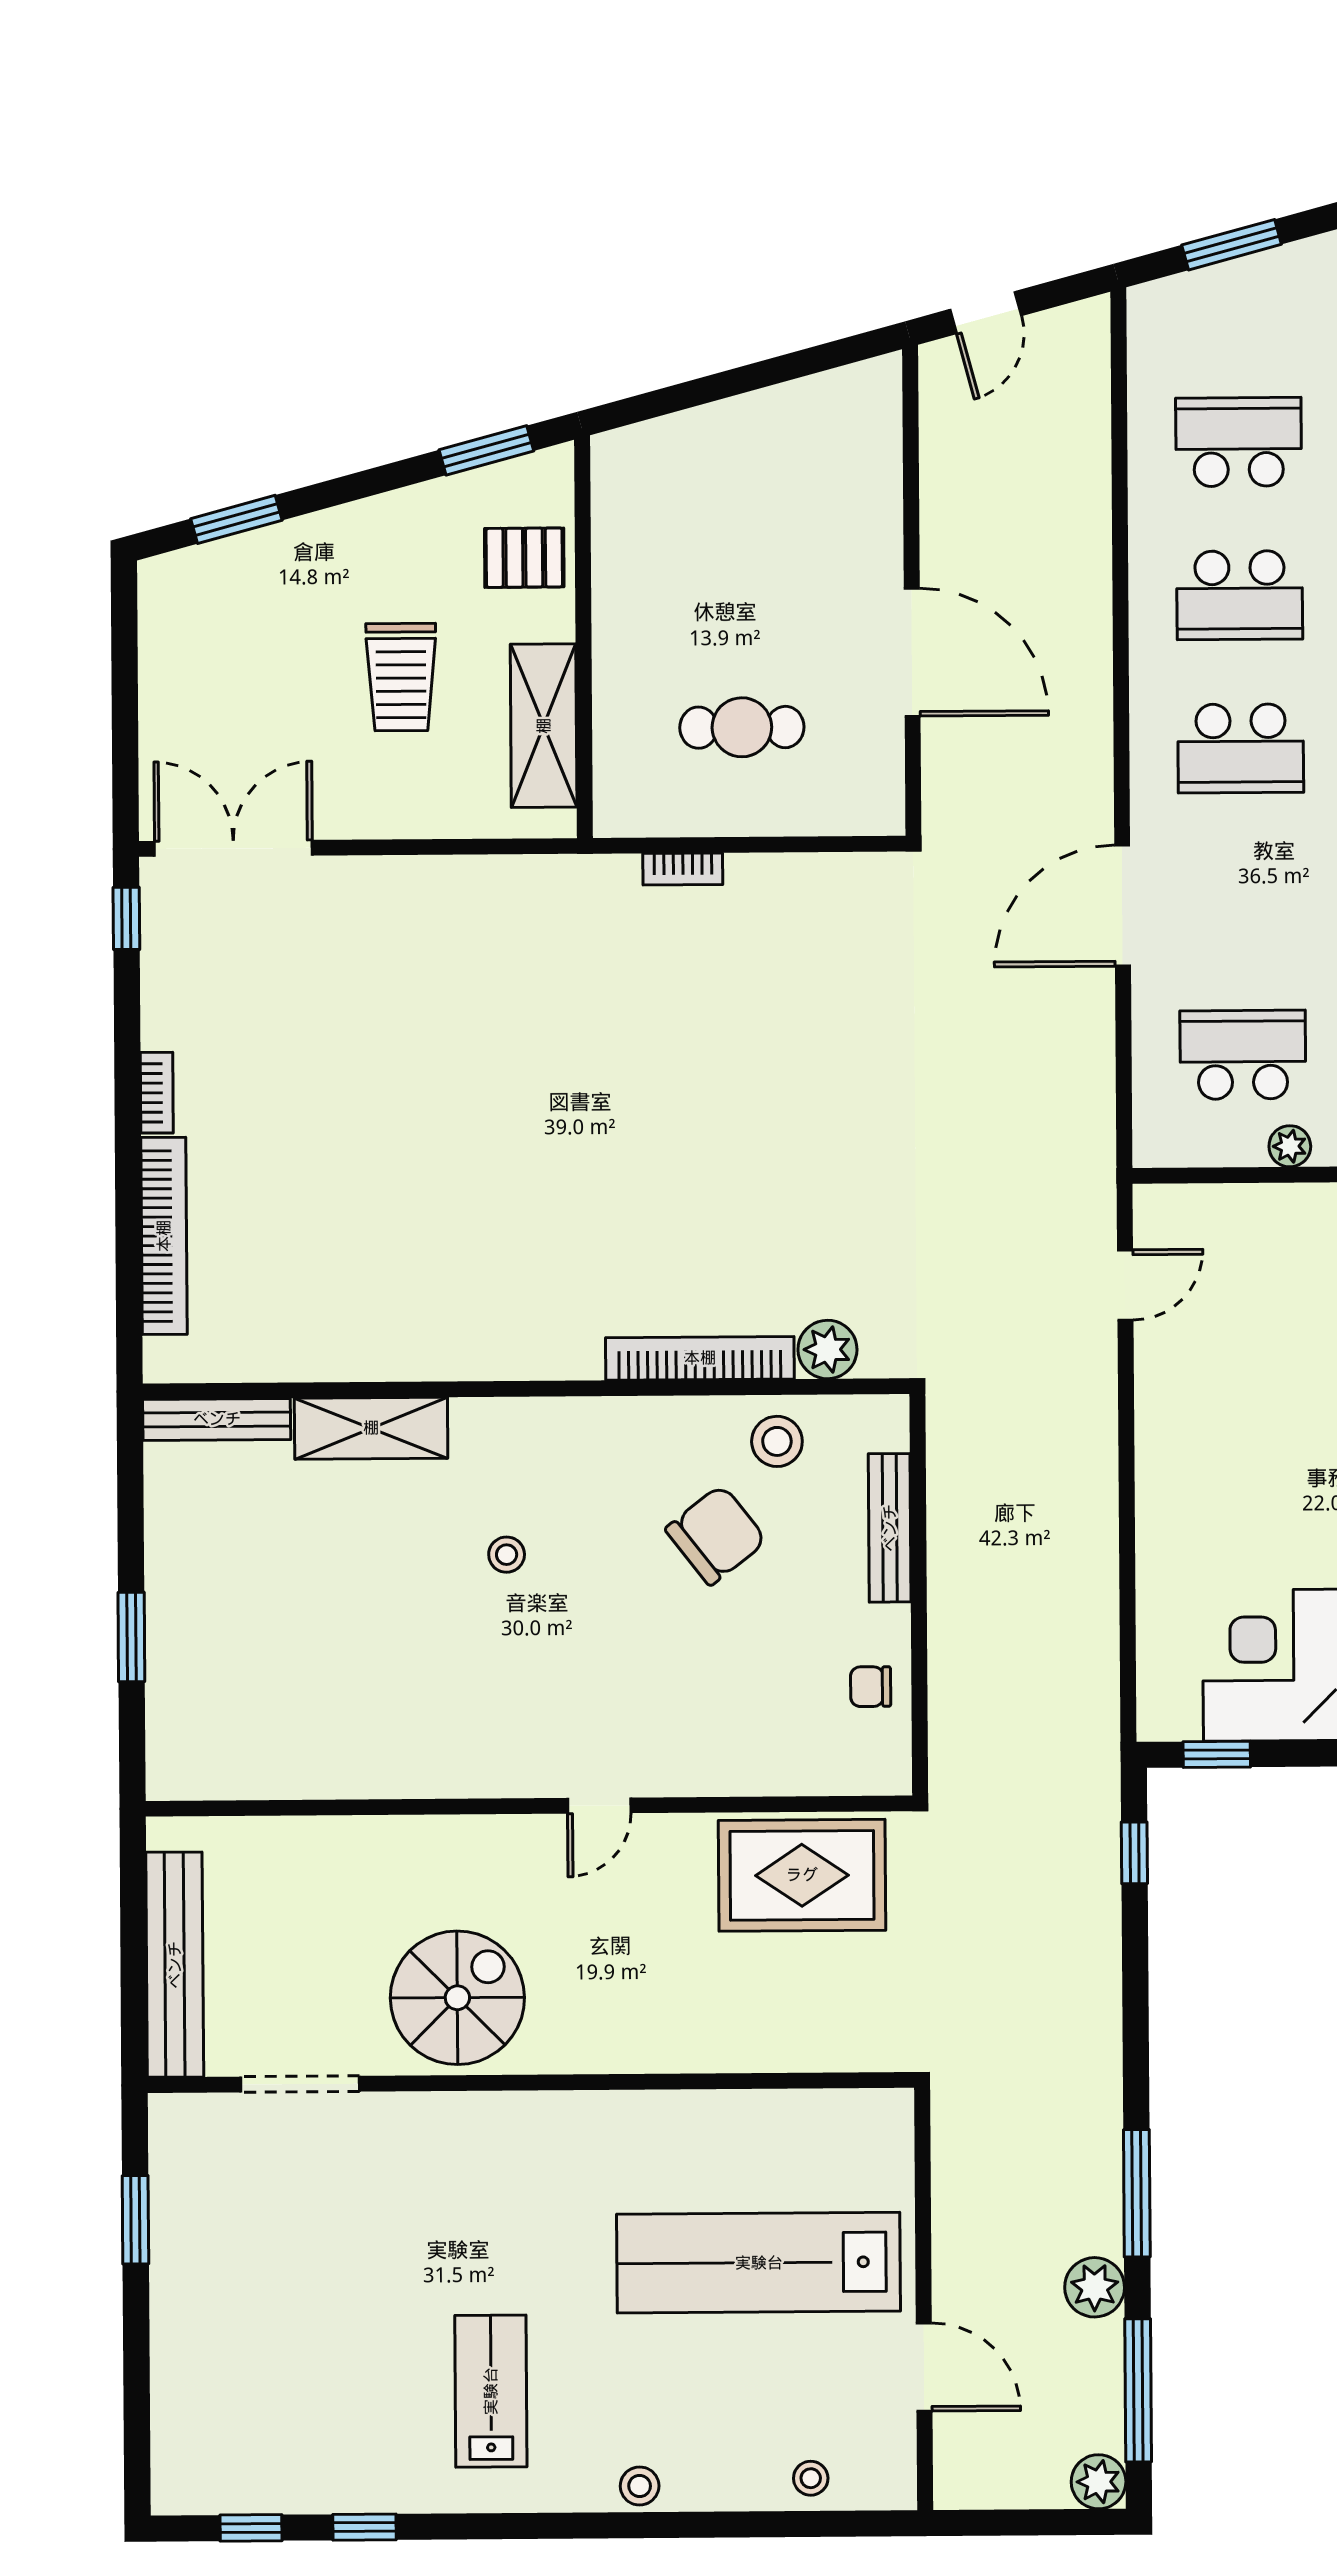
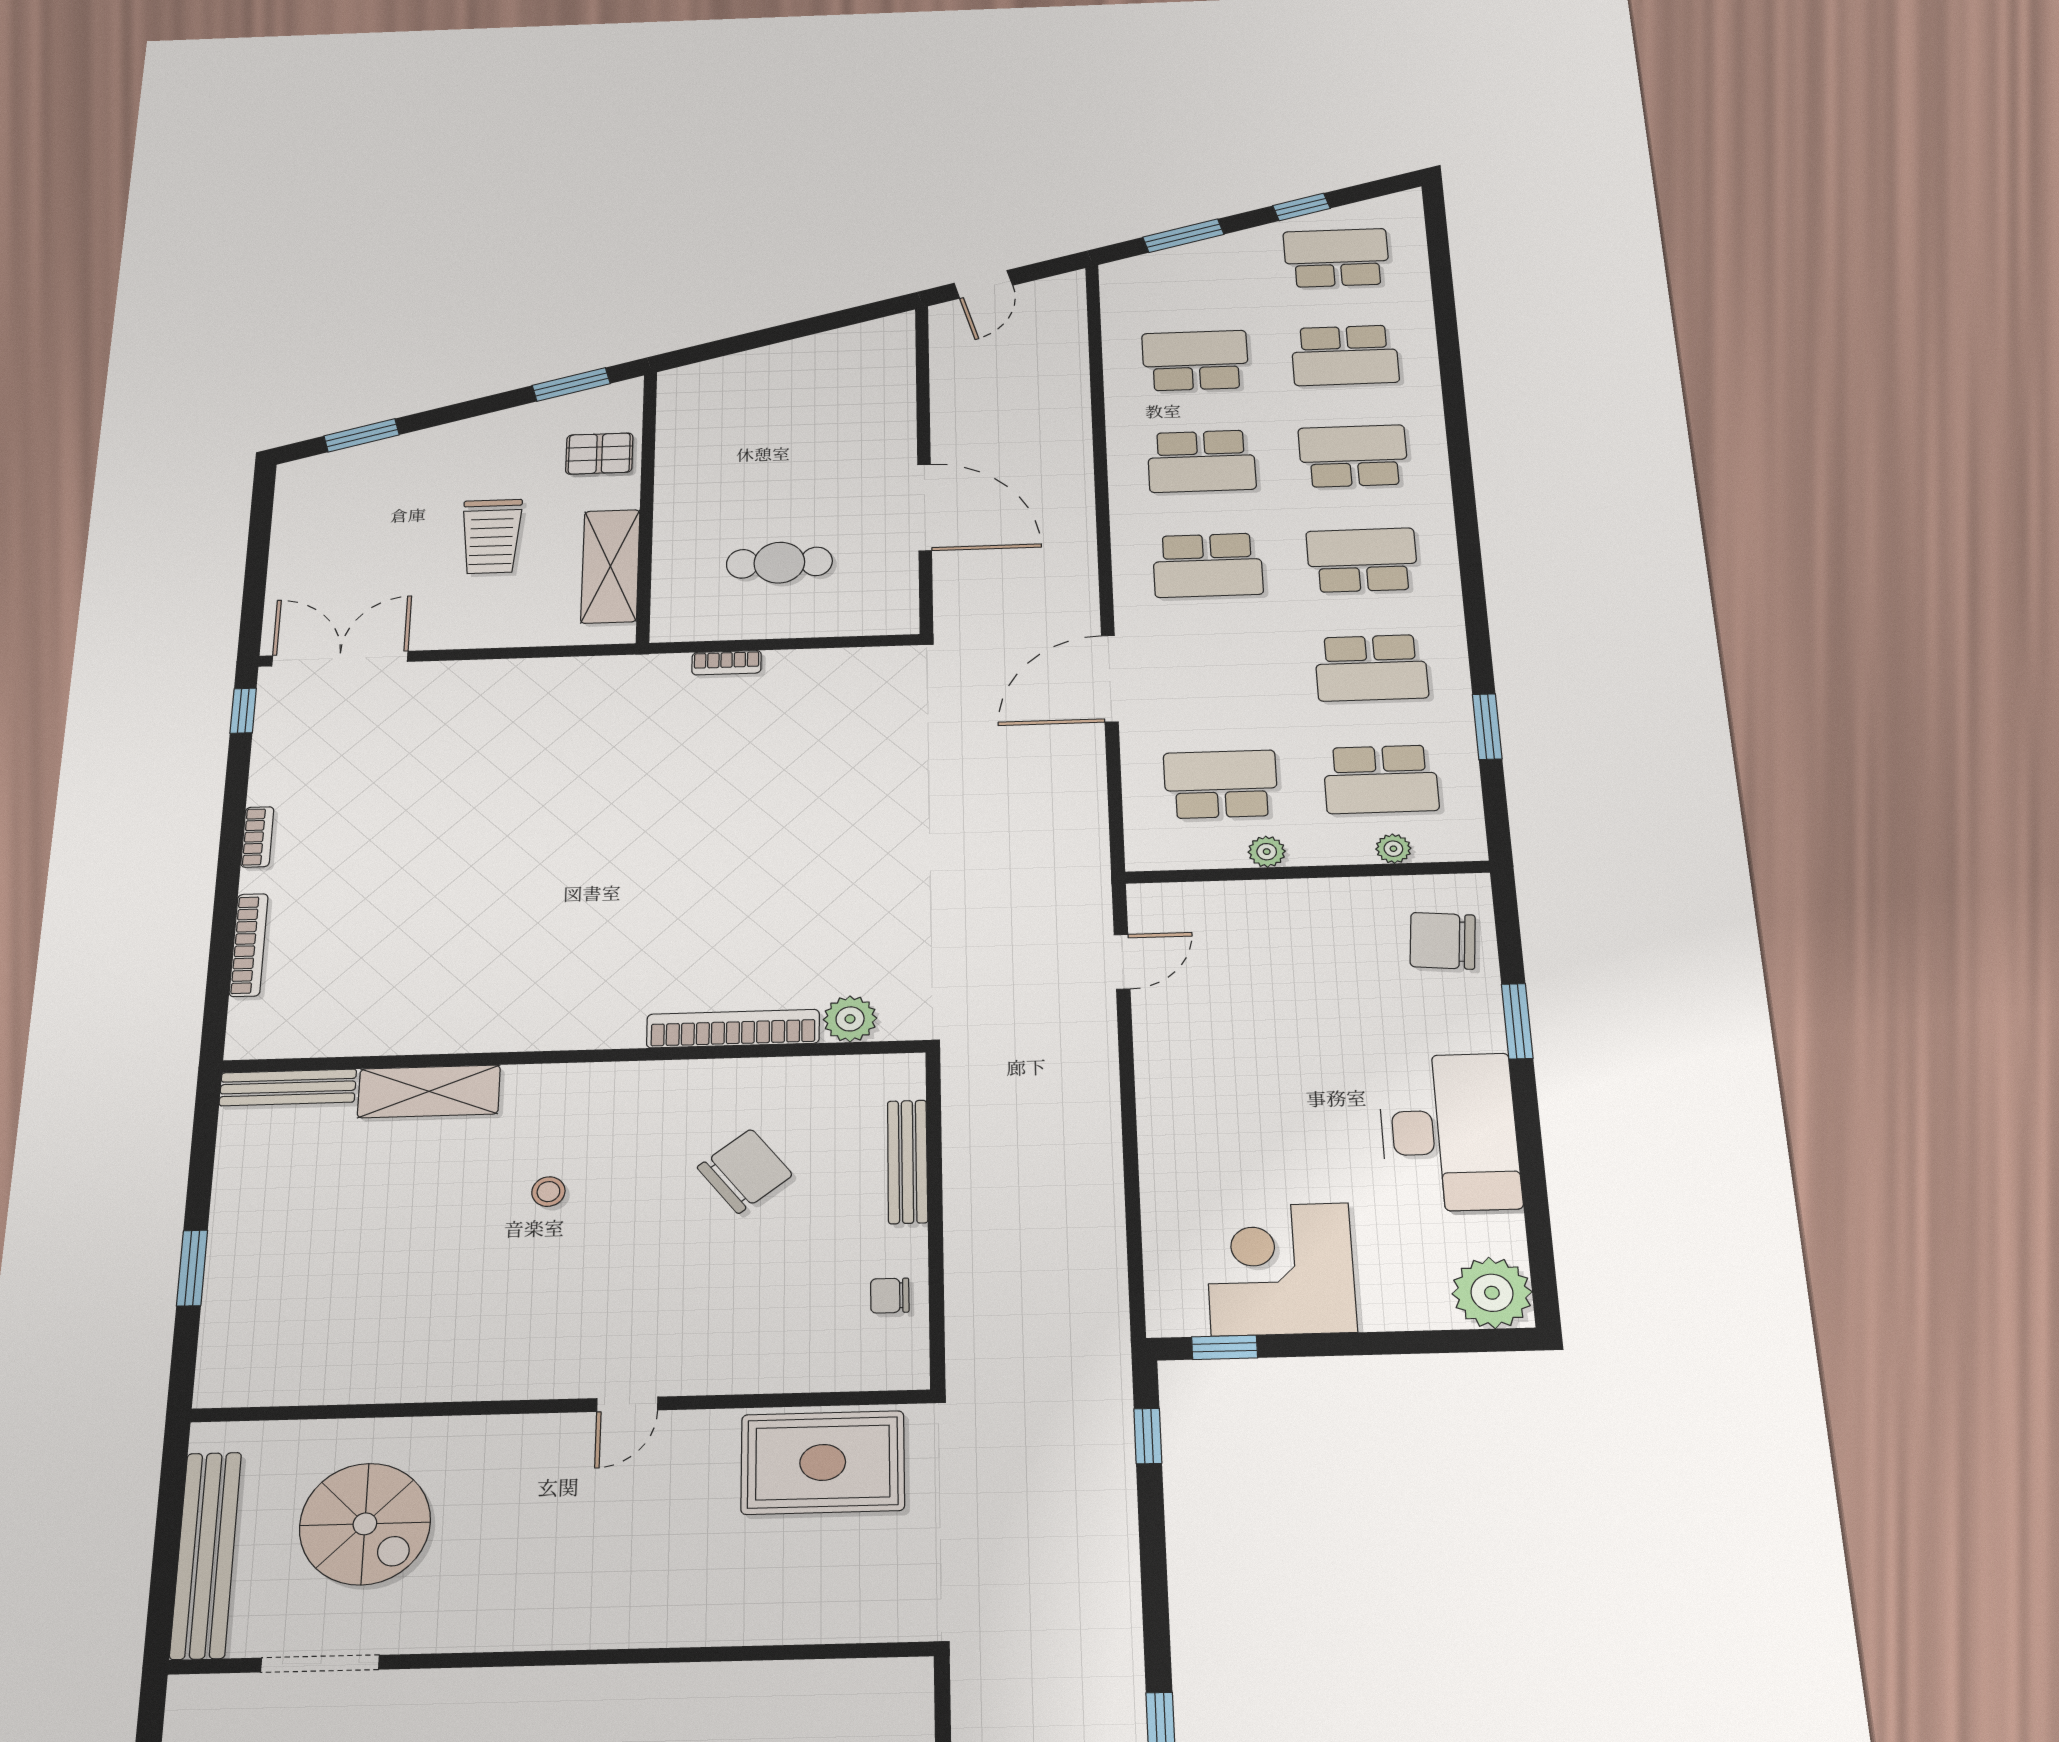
bookcase: (164, 1236) -> (249, 945), width x0.68, depth x0.76
stool: (777, 1441) -> (803, 1093), removed
spiral stairs: (457, 1998) -> (365, 1524), moved, turned 90

